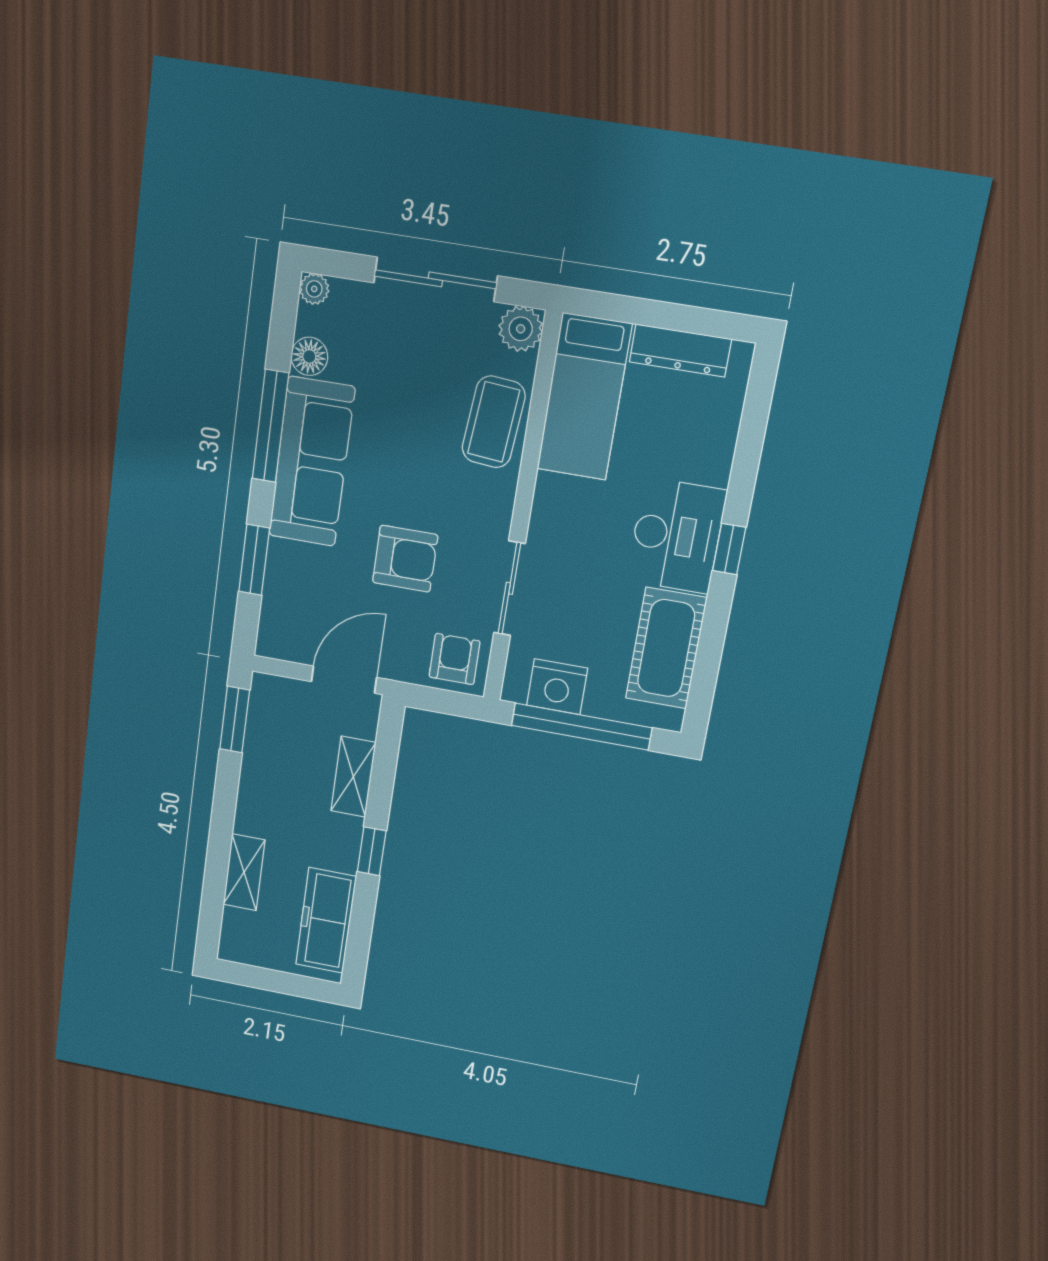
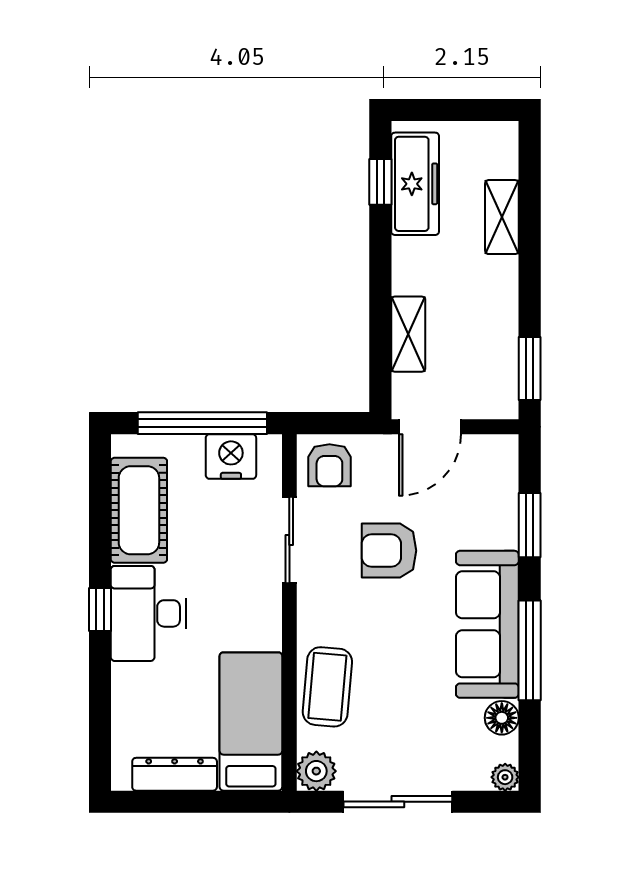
window: (372, 851) -> (380, 182), moved

